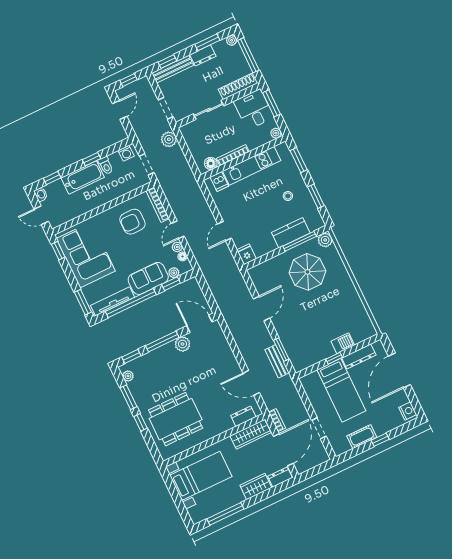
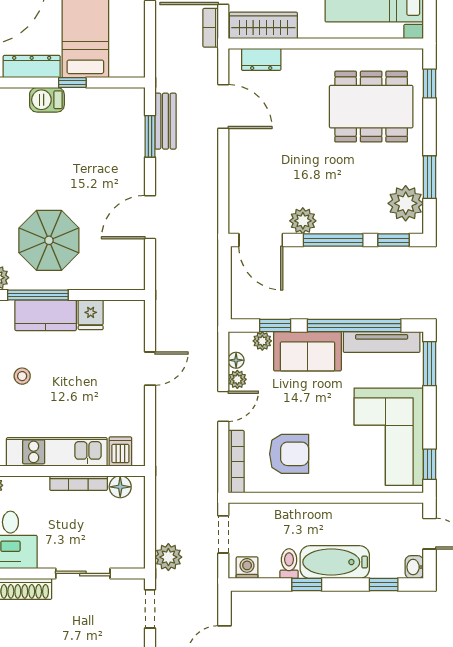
fridge: (246, 254) -> (91, 315), moved
plant: (128, 376) -> (406, 203), width x1.88, depth x1.88
window: (140, 422) -> (430, 84), moved

